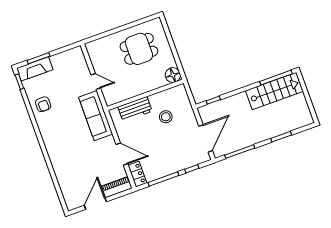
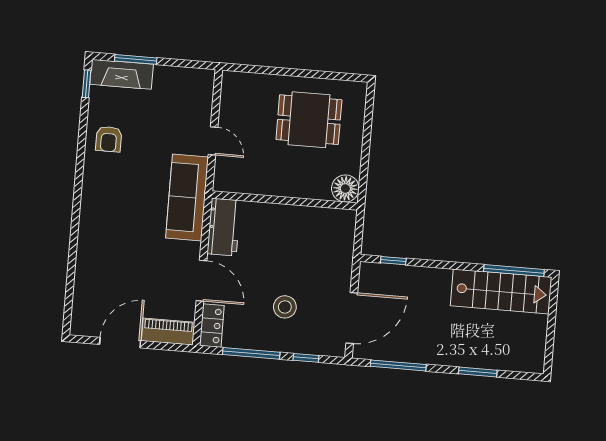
workbench: (135, 109) -> (224, 227), moved, turned -90
stool: (166, 117) -> (285, 307), moved

